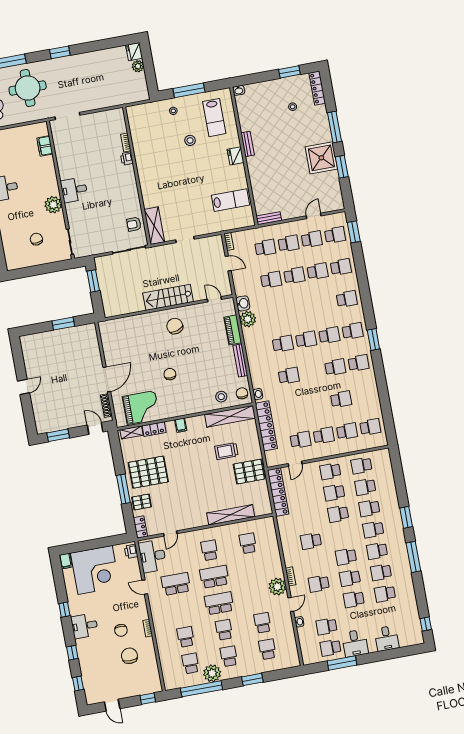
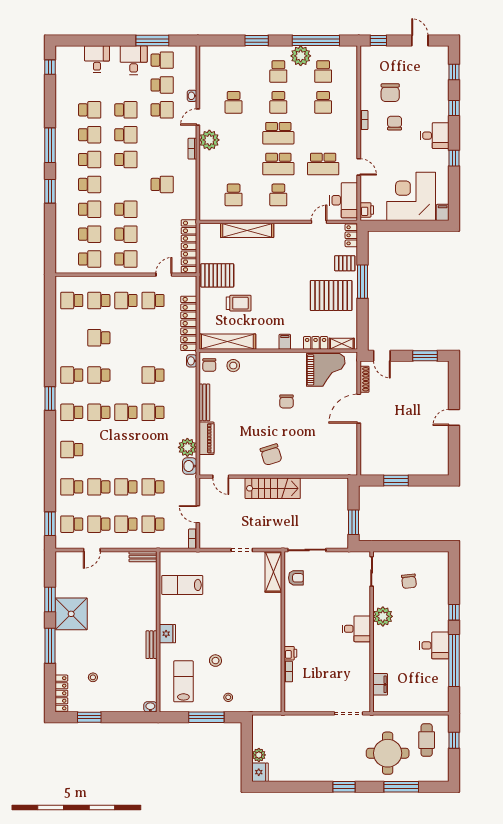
grand piano: (141, 407) -> (326, 370), turned 180
school desk: (319, 584) -> (162, 110), moved
school desk: (267, 649) -> (234, 72), removed

